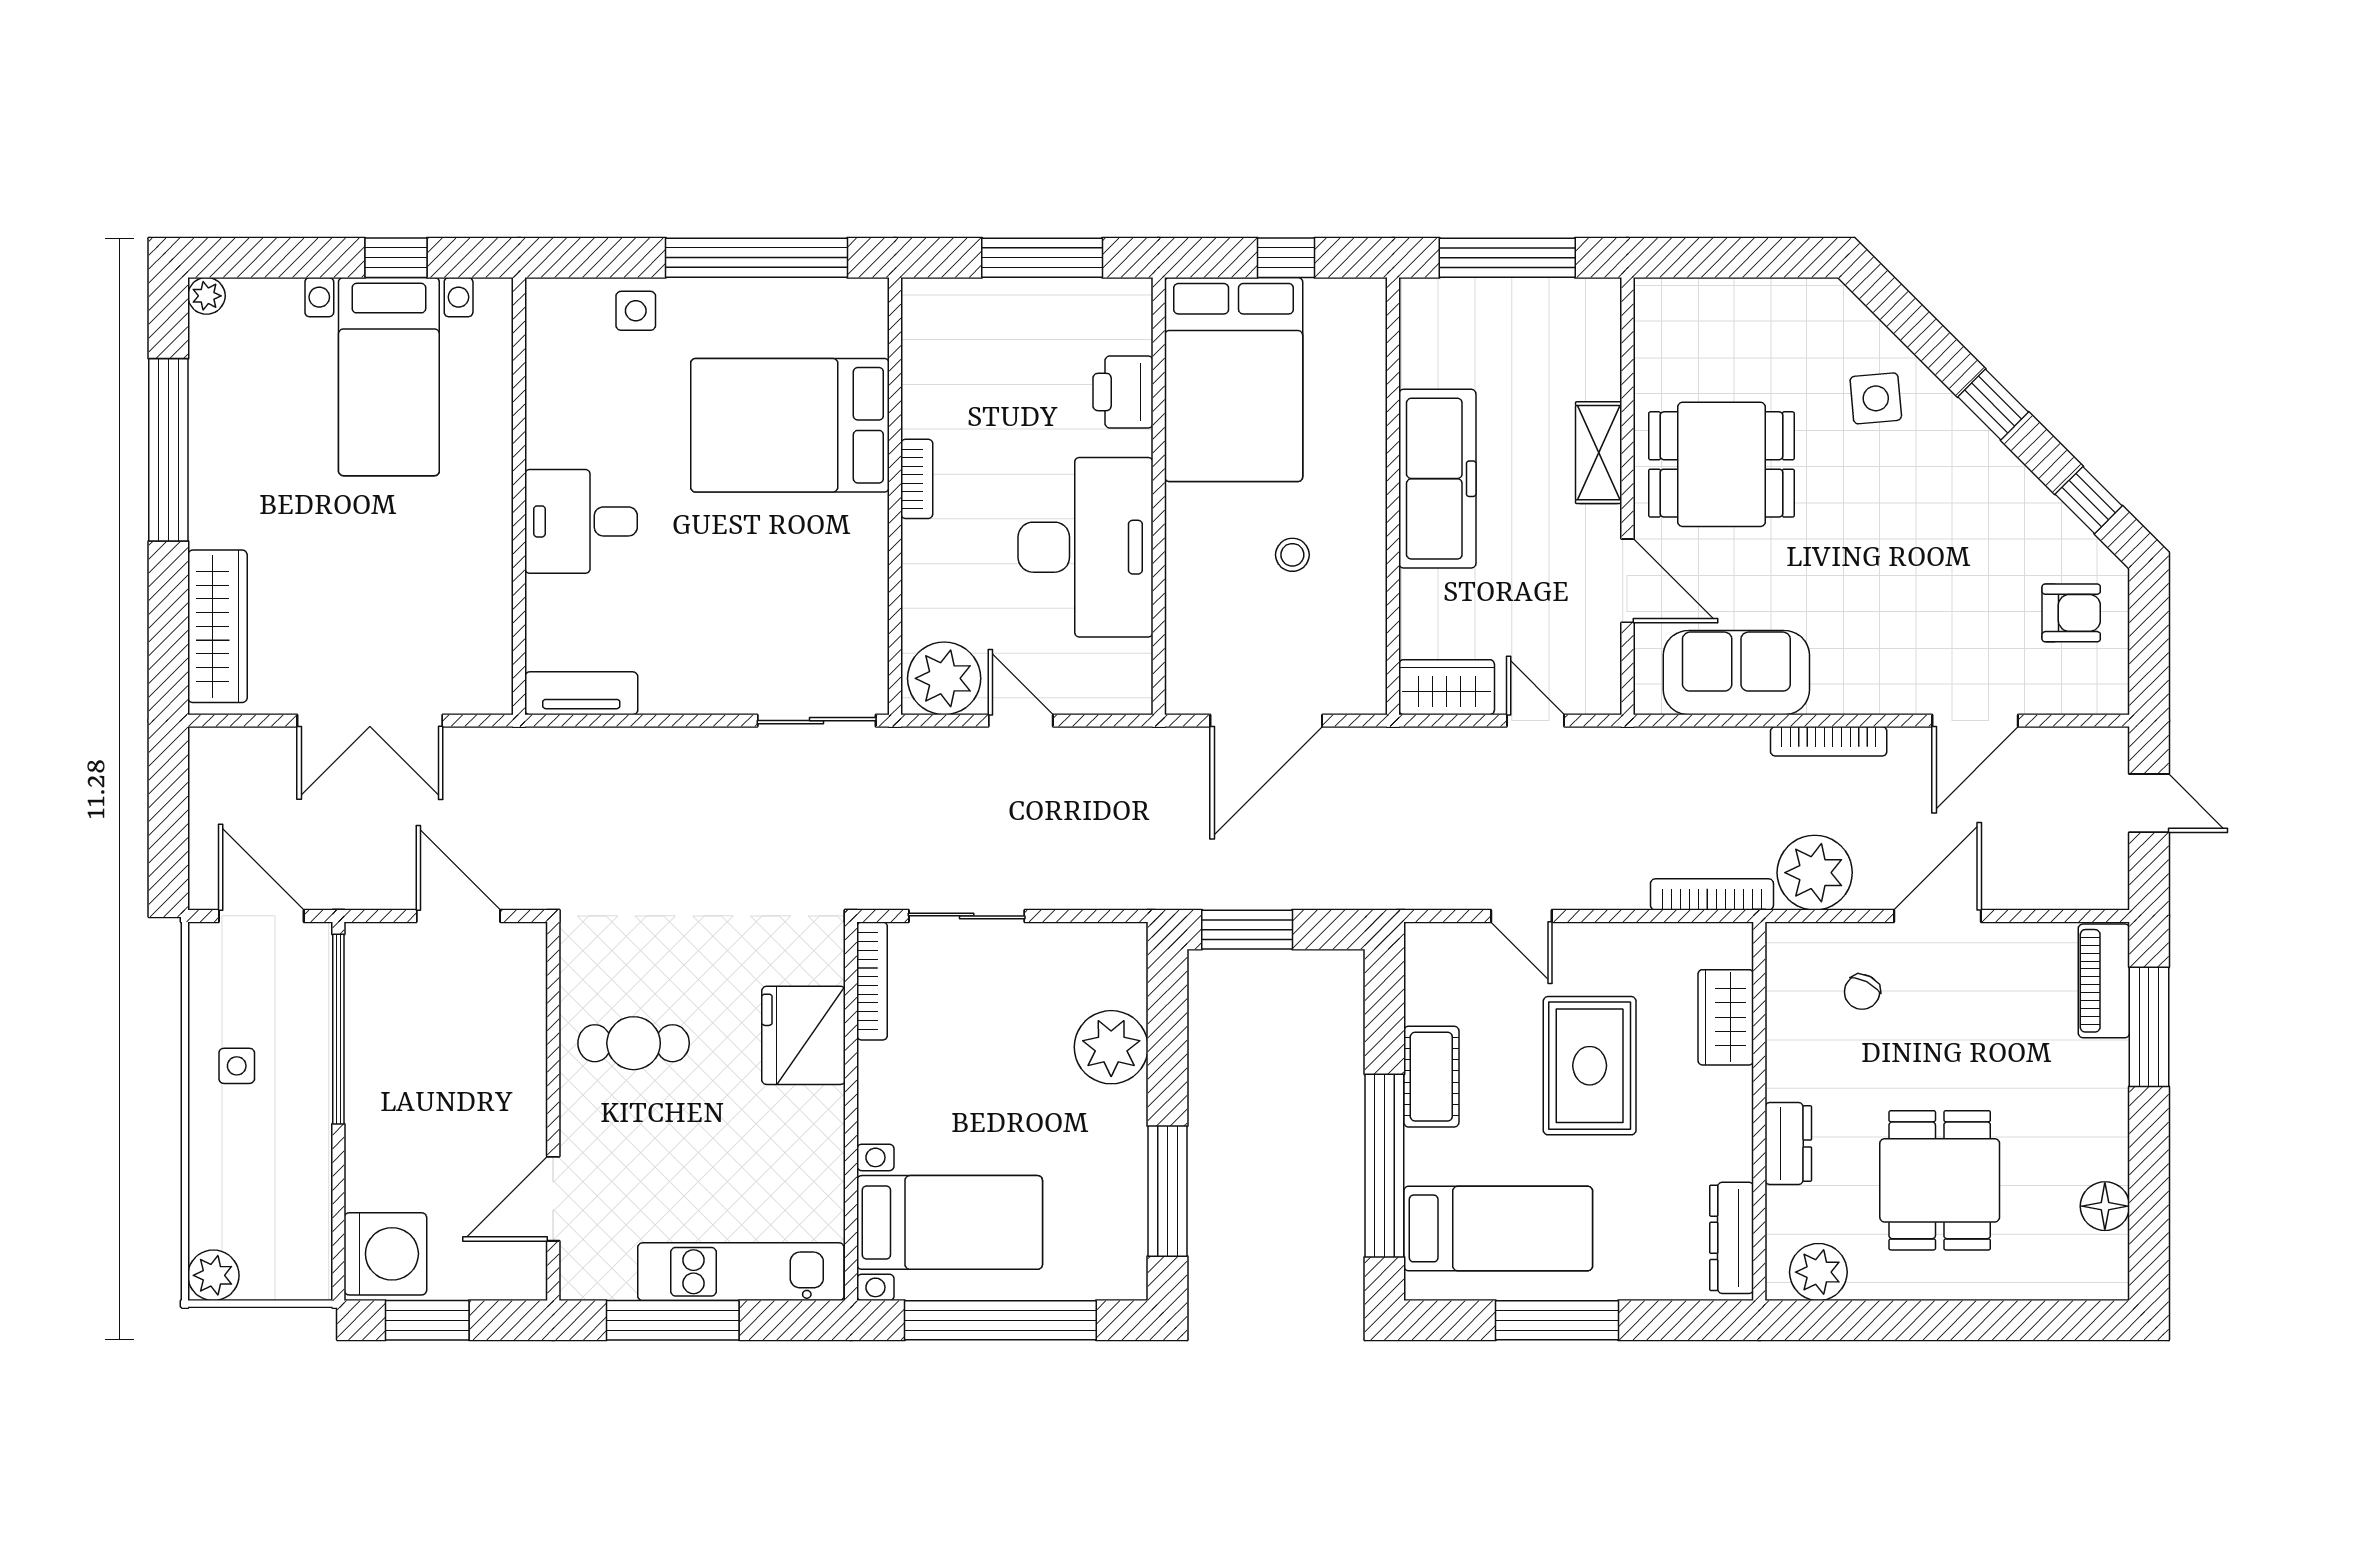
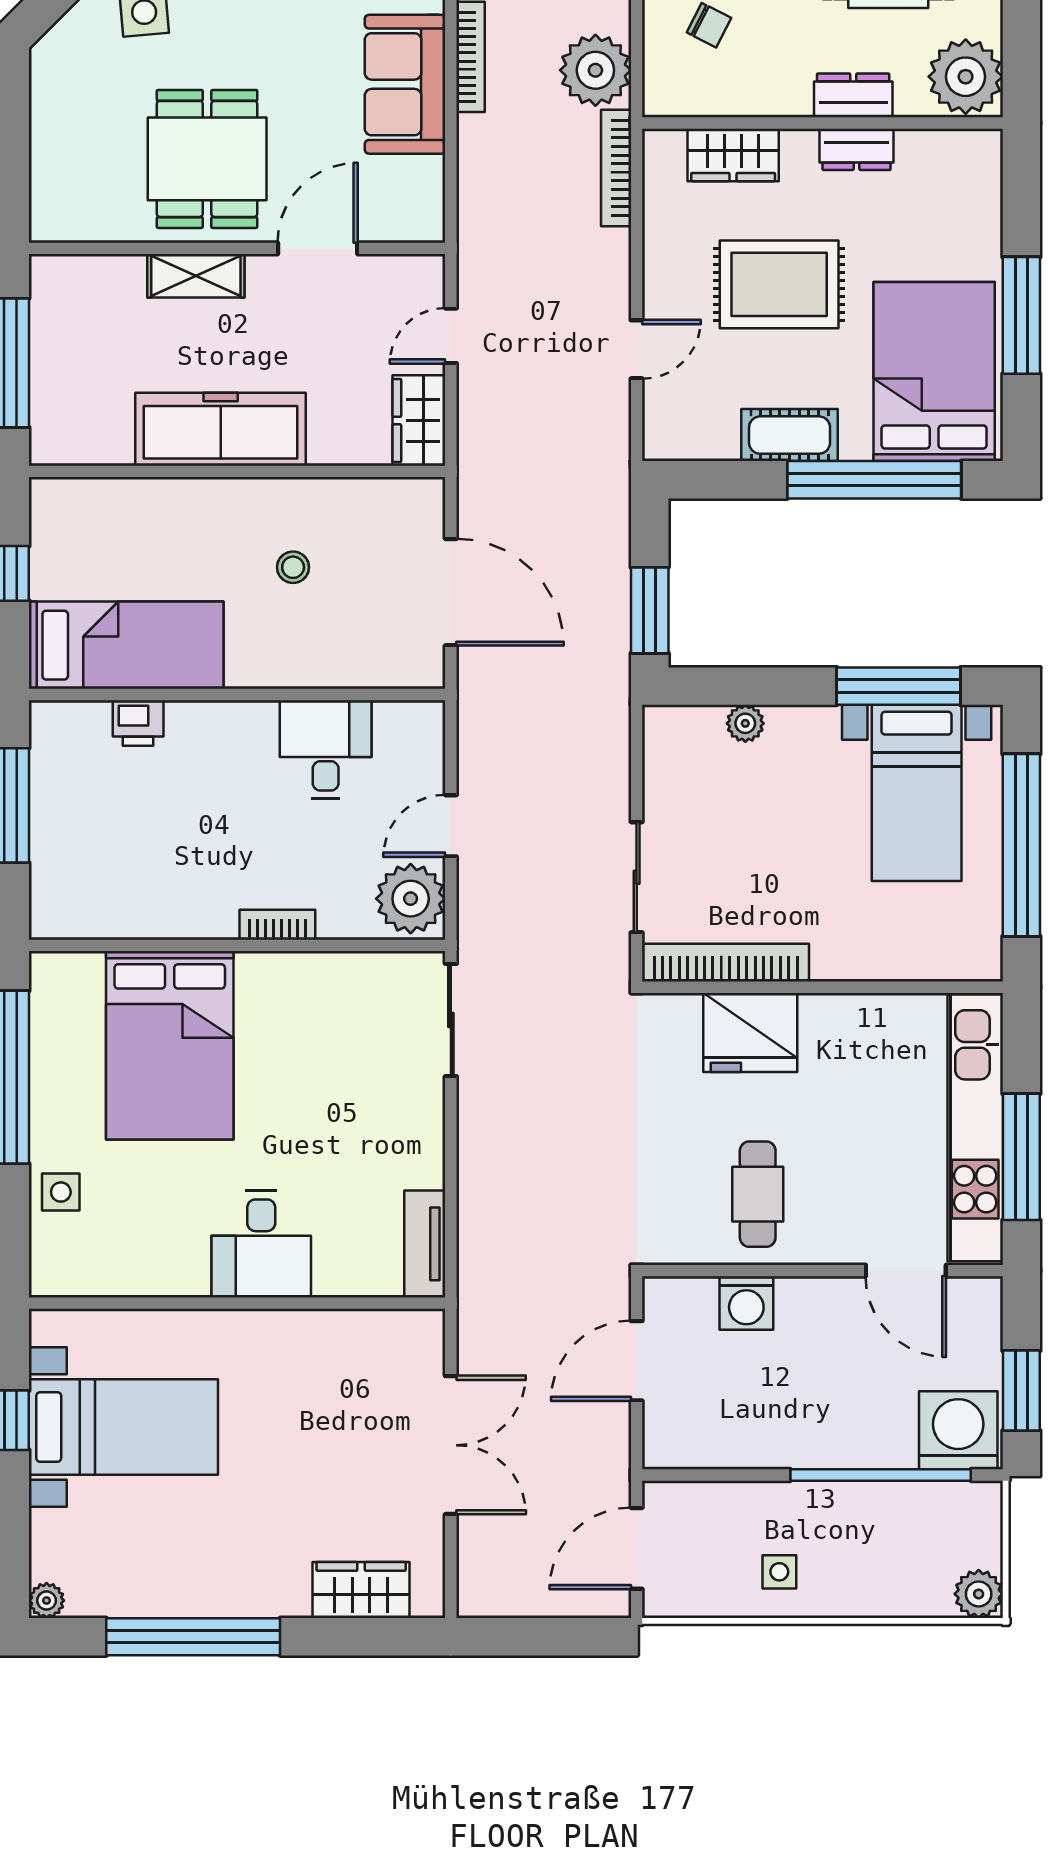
bed: (1234, 379) -> (126, 645), width x0.67
printer: (1123, 392) -> (138, 723), width x0.73, depth x0.81
bookcase: (917, 479) -> (277, 925), moved
desk: (1086, 547) -> (326, 749), width x0.53, depth x0.77
wardrobe: (217, 626) -> (361, 1590), width x0.67
sofa: (1736, 673) -> (405, 84), moved
bookcase: (872, 981) -> (726, 963), width x1.48, depth x1.31
window: (338, 1029) -> (881, 1475), moved
washing machine: (519, 1031) -> (746, 1303), added
plant: (1111, 1047) -> (745, 723), width x0.53, depth x0.53
bed with nightstands: (950, 1222) -> (917, 793), moved, turned 180
bed: (1498, 1228) -> (934, 371), width x1.50
dresser: (1732, 1238) -> (856, 149), moved, width x0.70
kitchen unit: (741, 1272) -> (975, 1128), width x1.36
plant: (1818, 1272) -> (966, 77), width x1.36, depth x1.36

